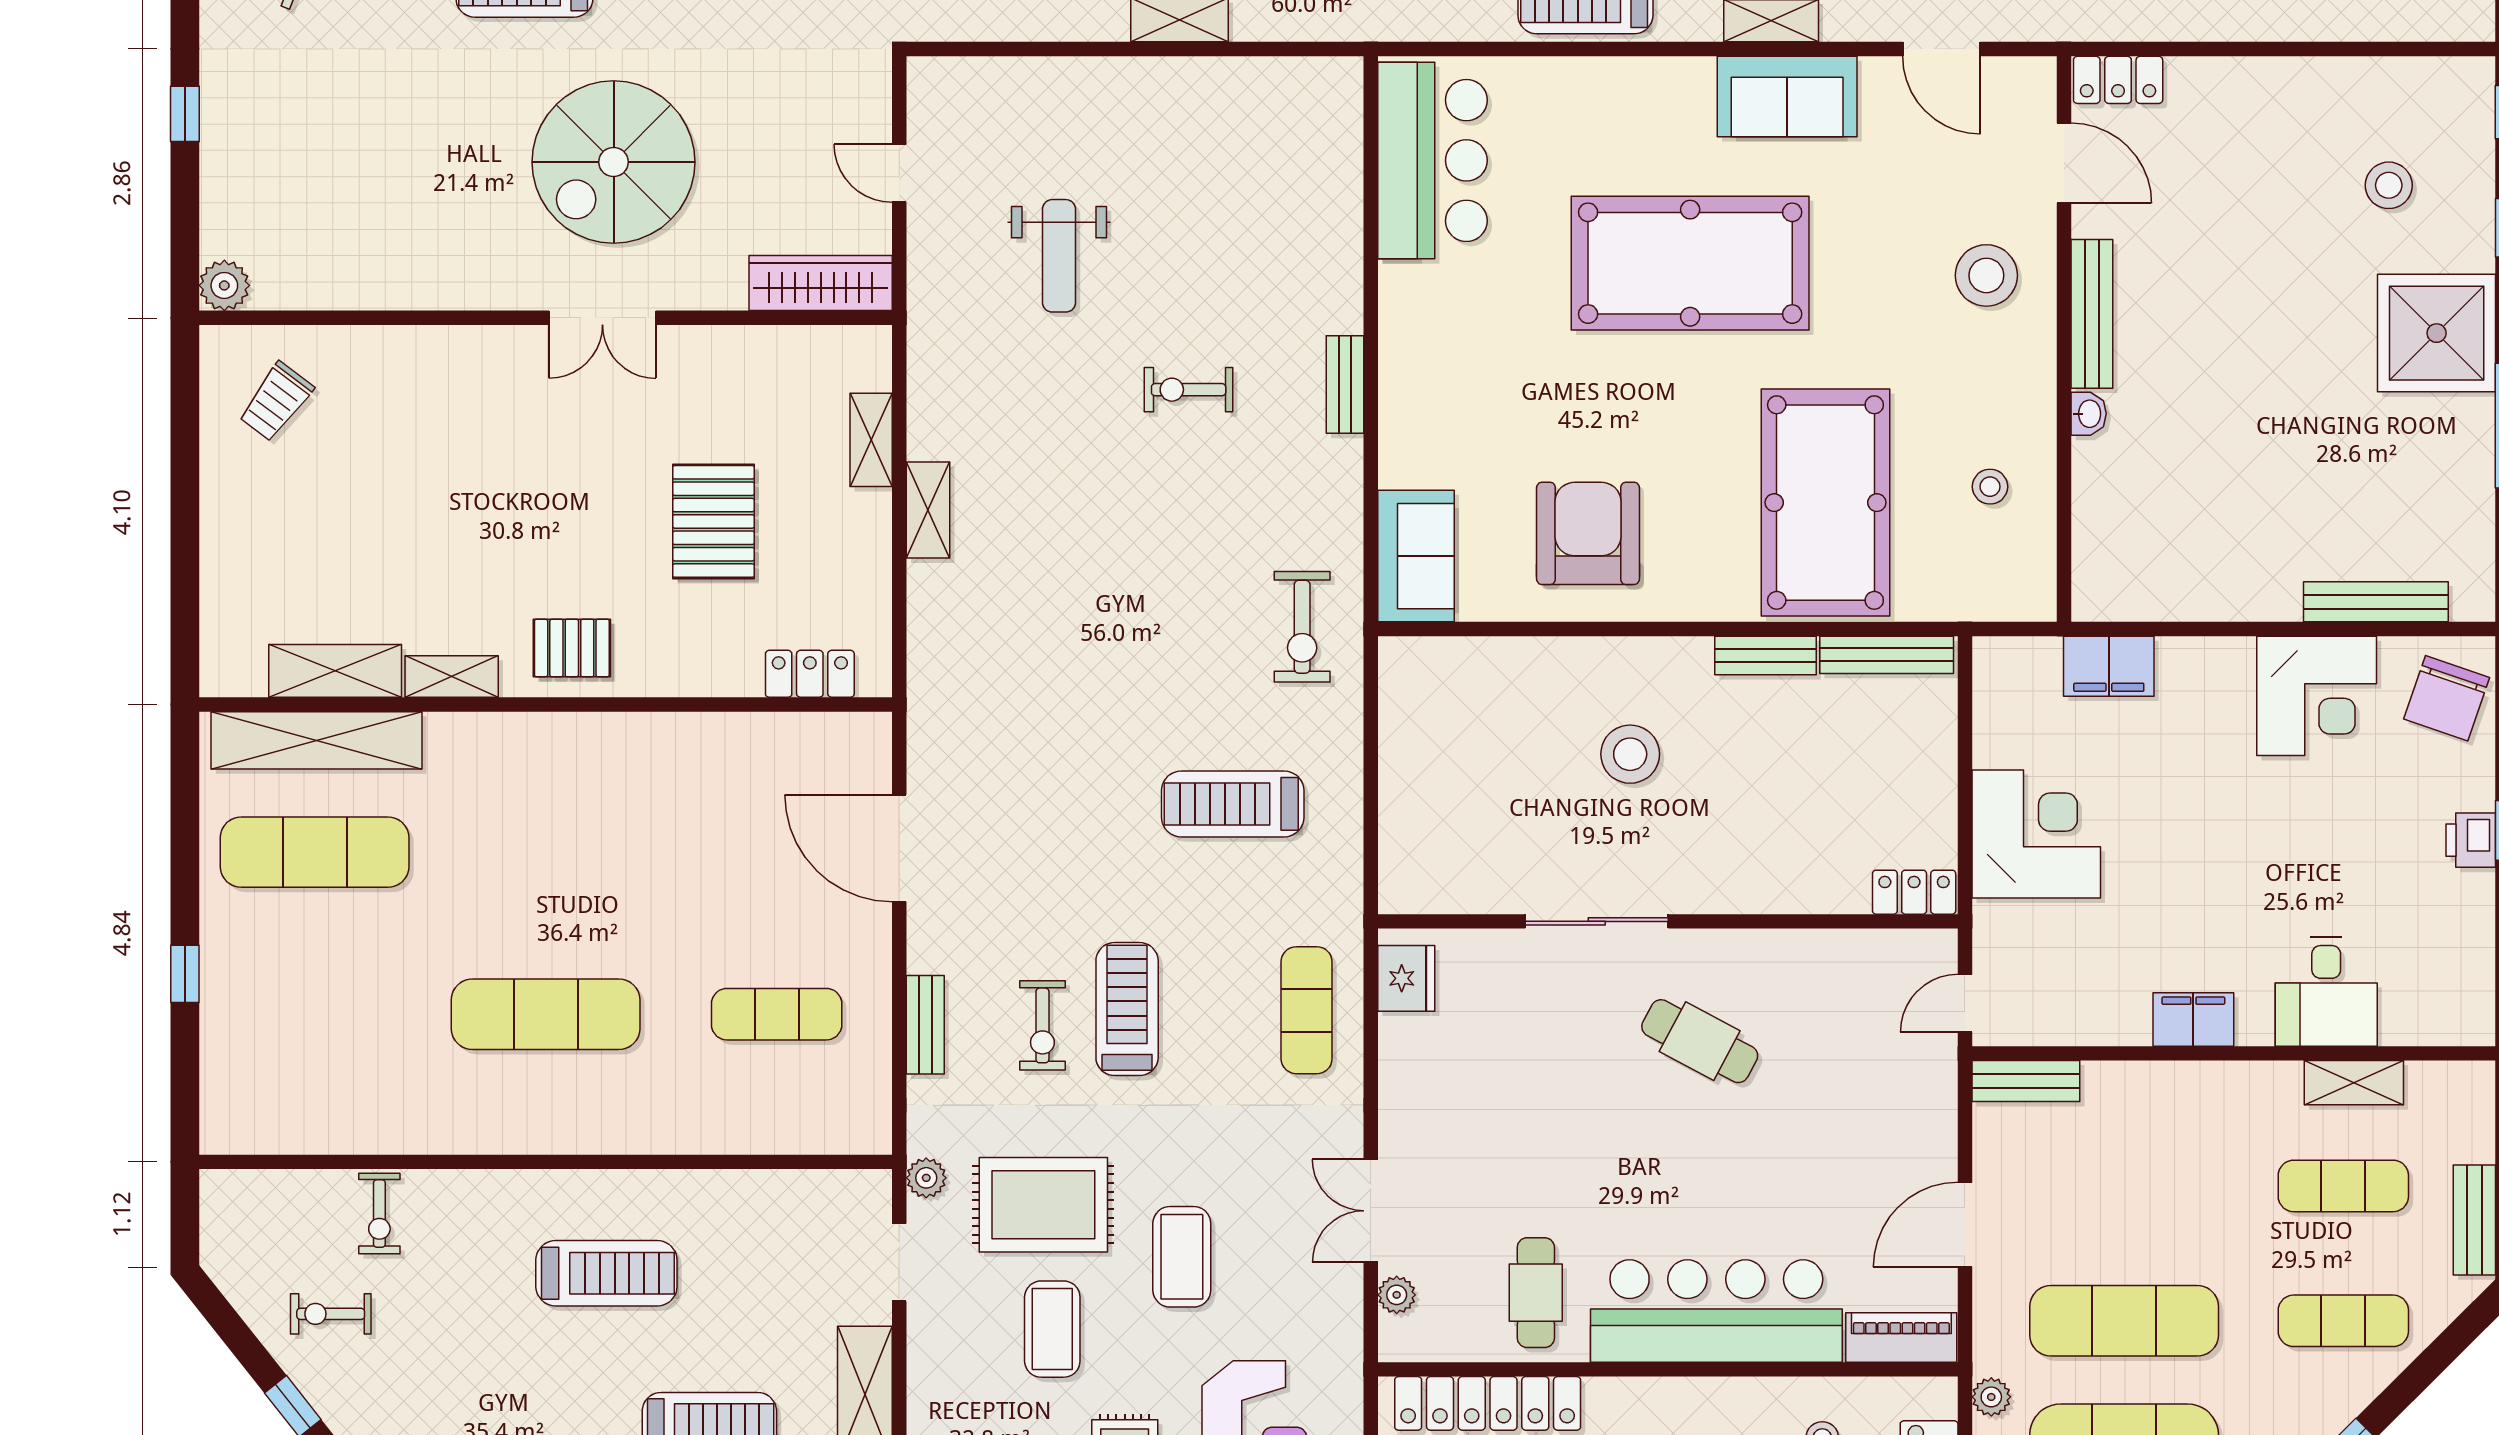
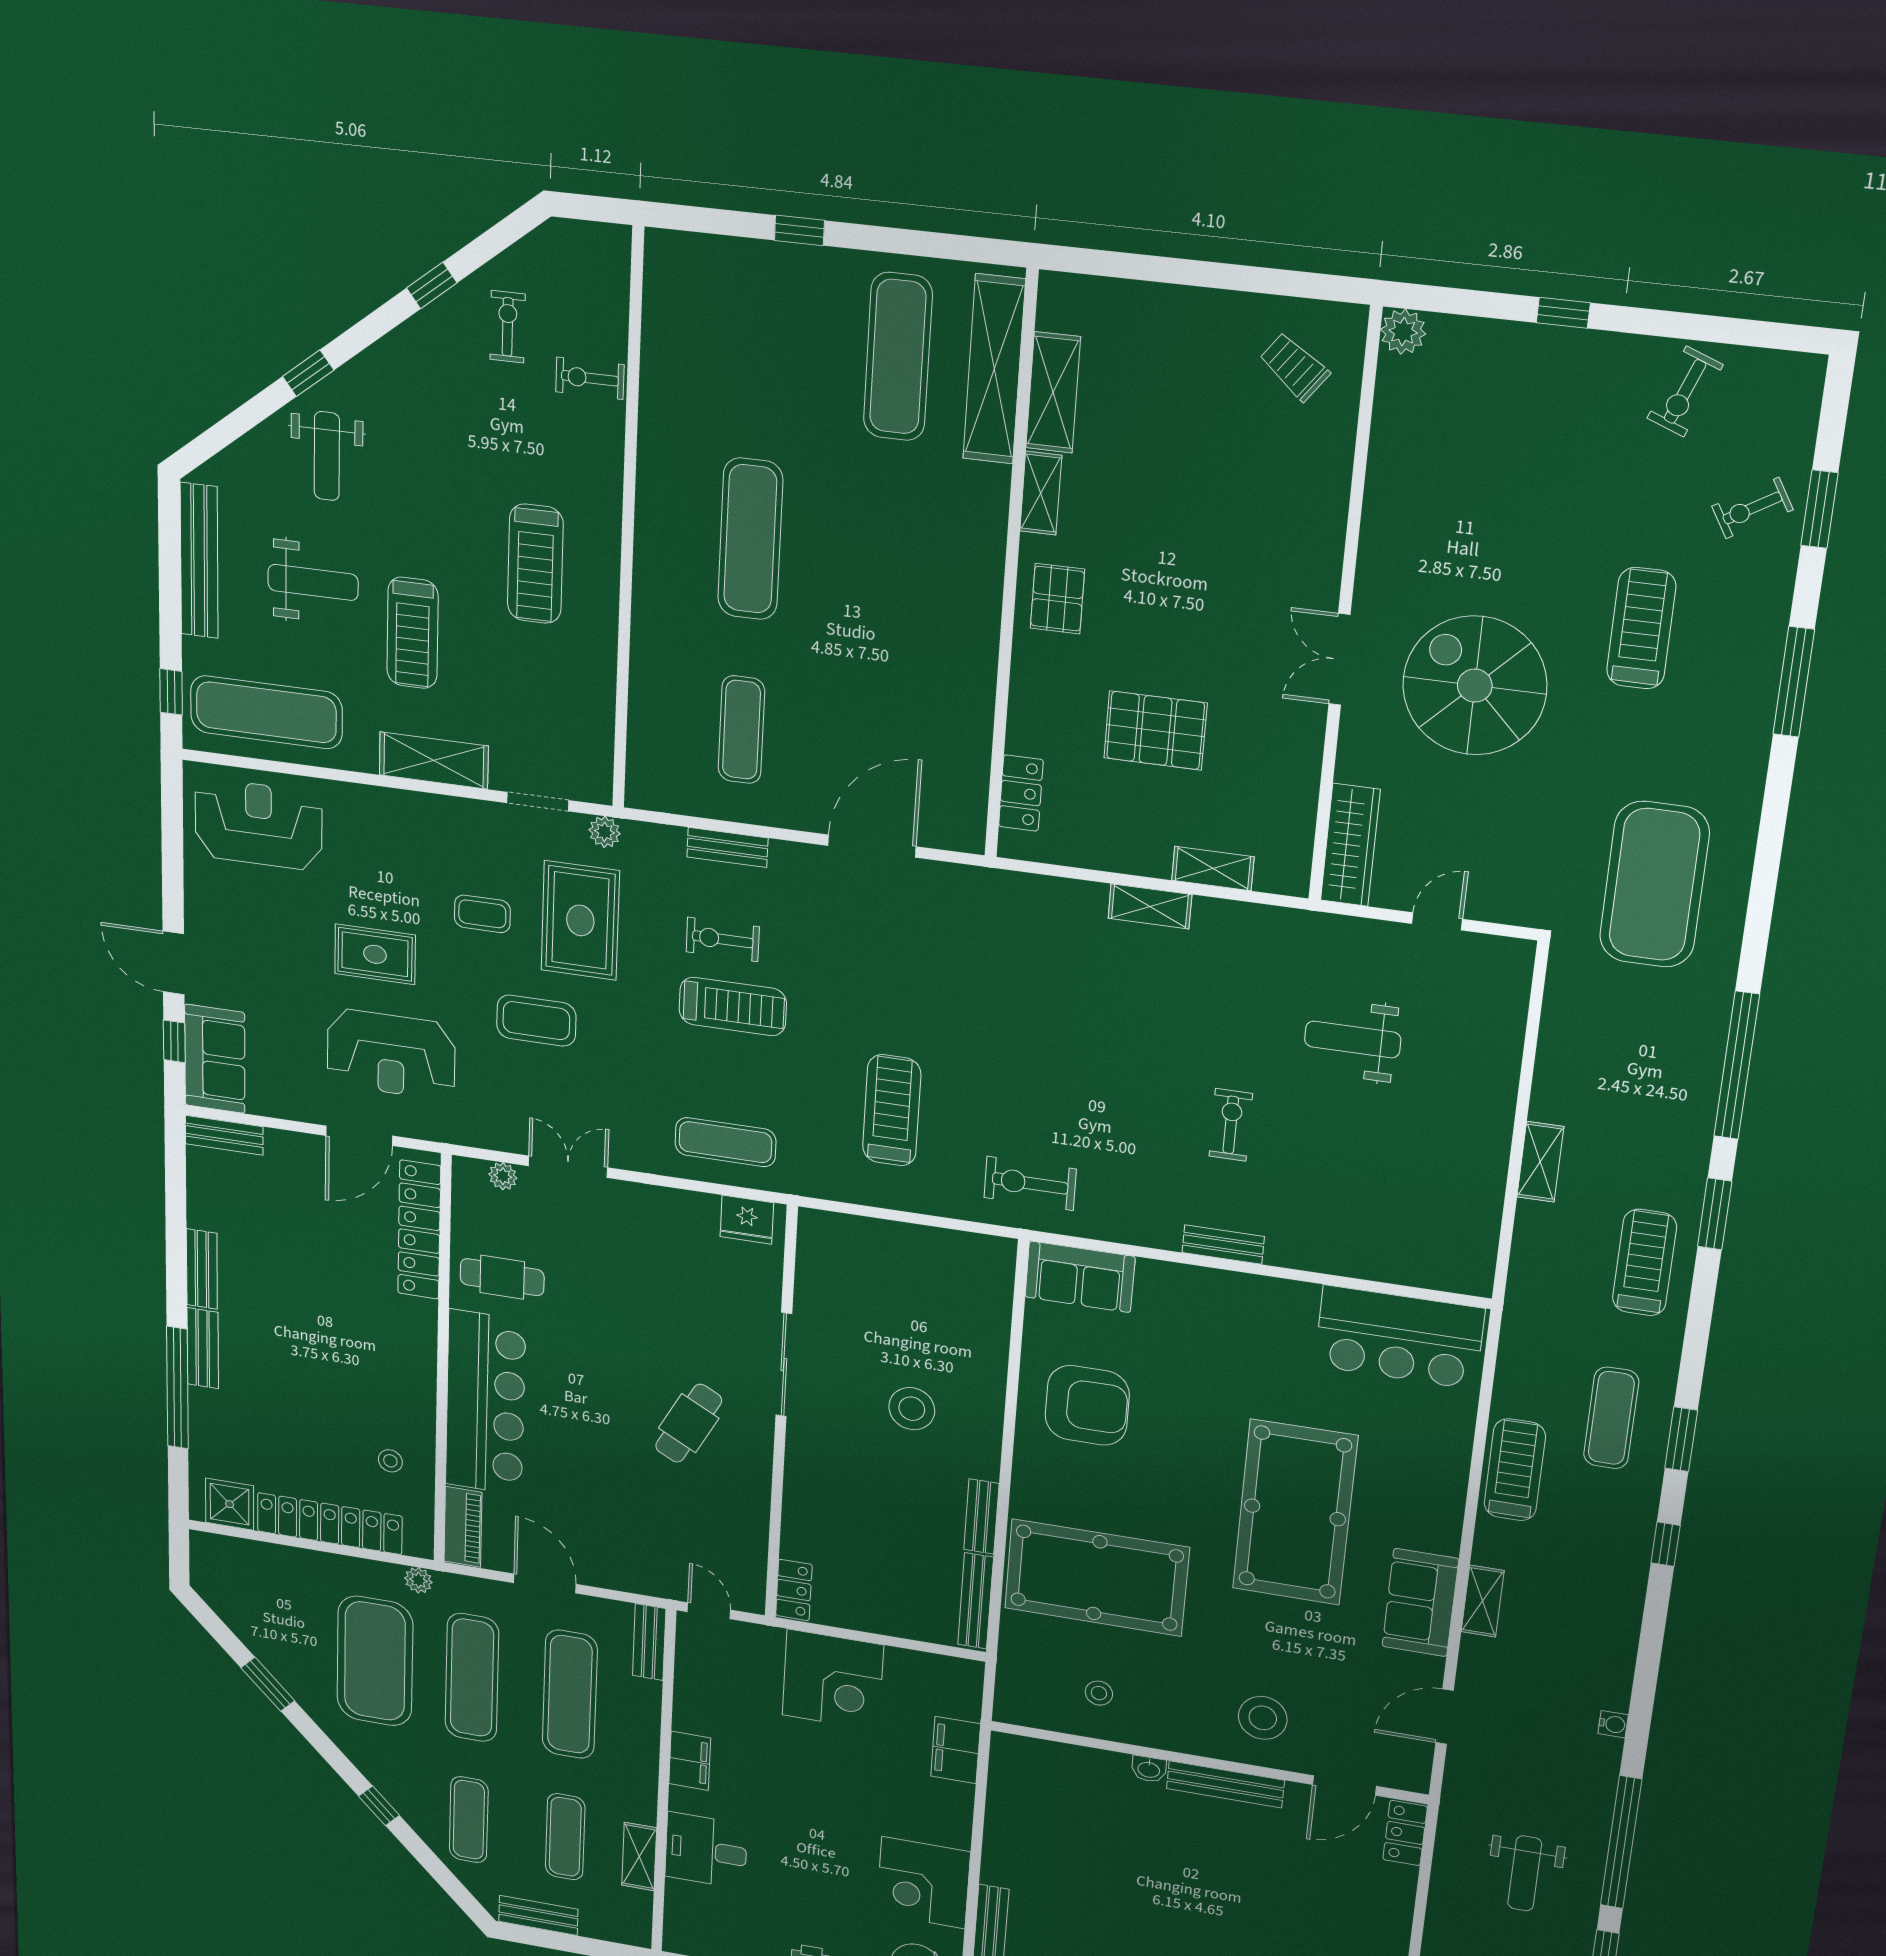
exercise mat: (2124, 1186) -> (570, 1694), added
coffee table: (1052, 1329) -> (482, 914), width x0.73, depth x0.77

